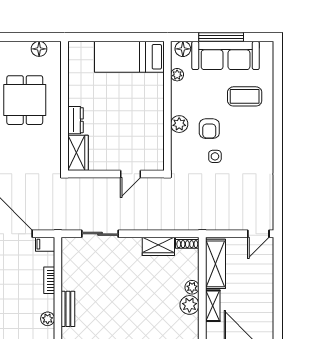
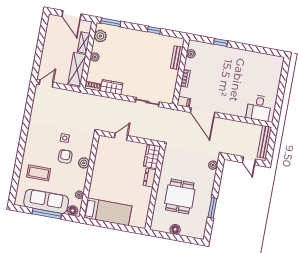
floor lamp: (39, 49) -> (175, 229), moved
plant: (189, 305) -> (100, 36), moved

